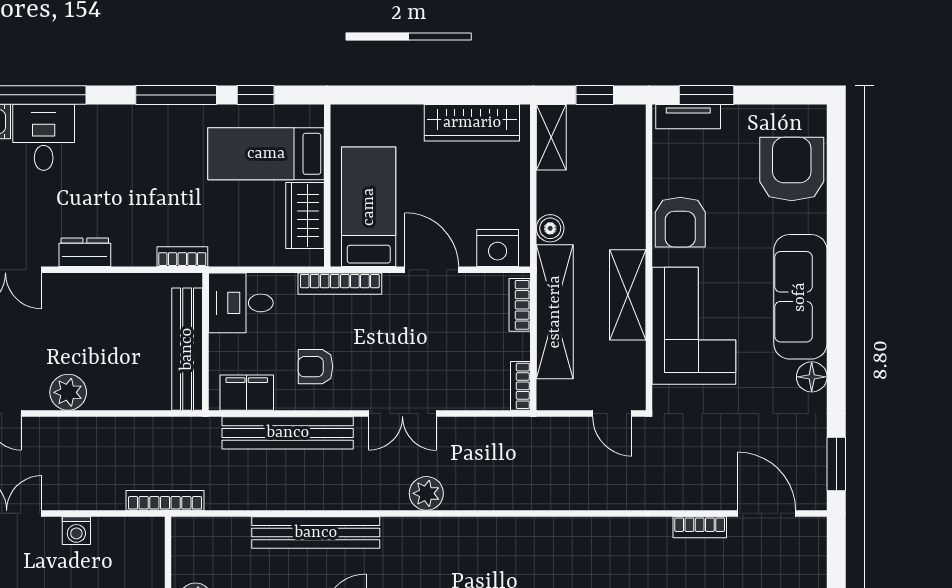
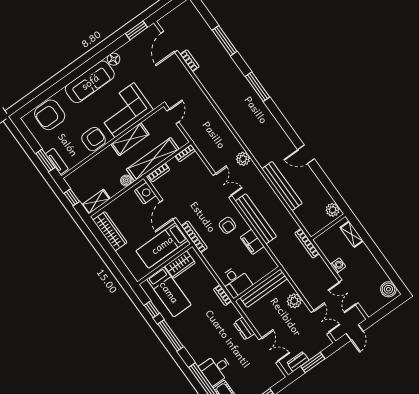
desk: (241, 303) -> (236, 281), moved
wall: (205, 342) -> (257, 284), moved
bench: (187, 349) -> (264, 288), moved

